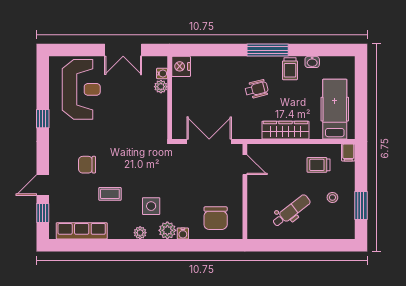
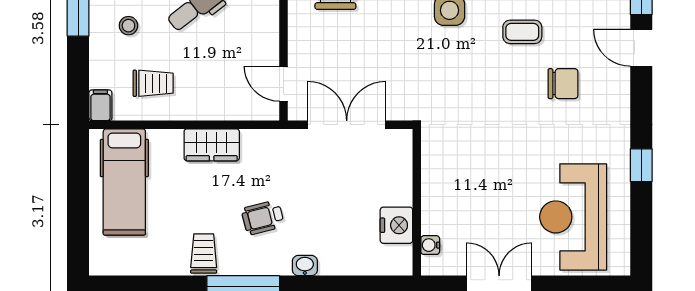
washbasin: (312, 62) -> (305, 266), moved
nightstand: (181, 66) -> (396, 225), moved
plant: (161, 87) -> (432, 222), removed
wardrobe: (285, 130) -> (212, 145), width x0.67
double door: (209, 141) -> (347, 125), swing flipped
door: (43, 185) -> (641, 48), swing flipped

